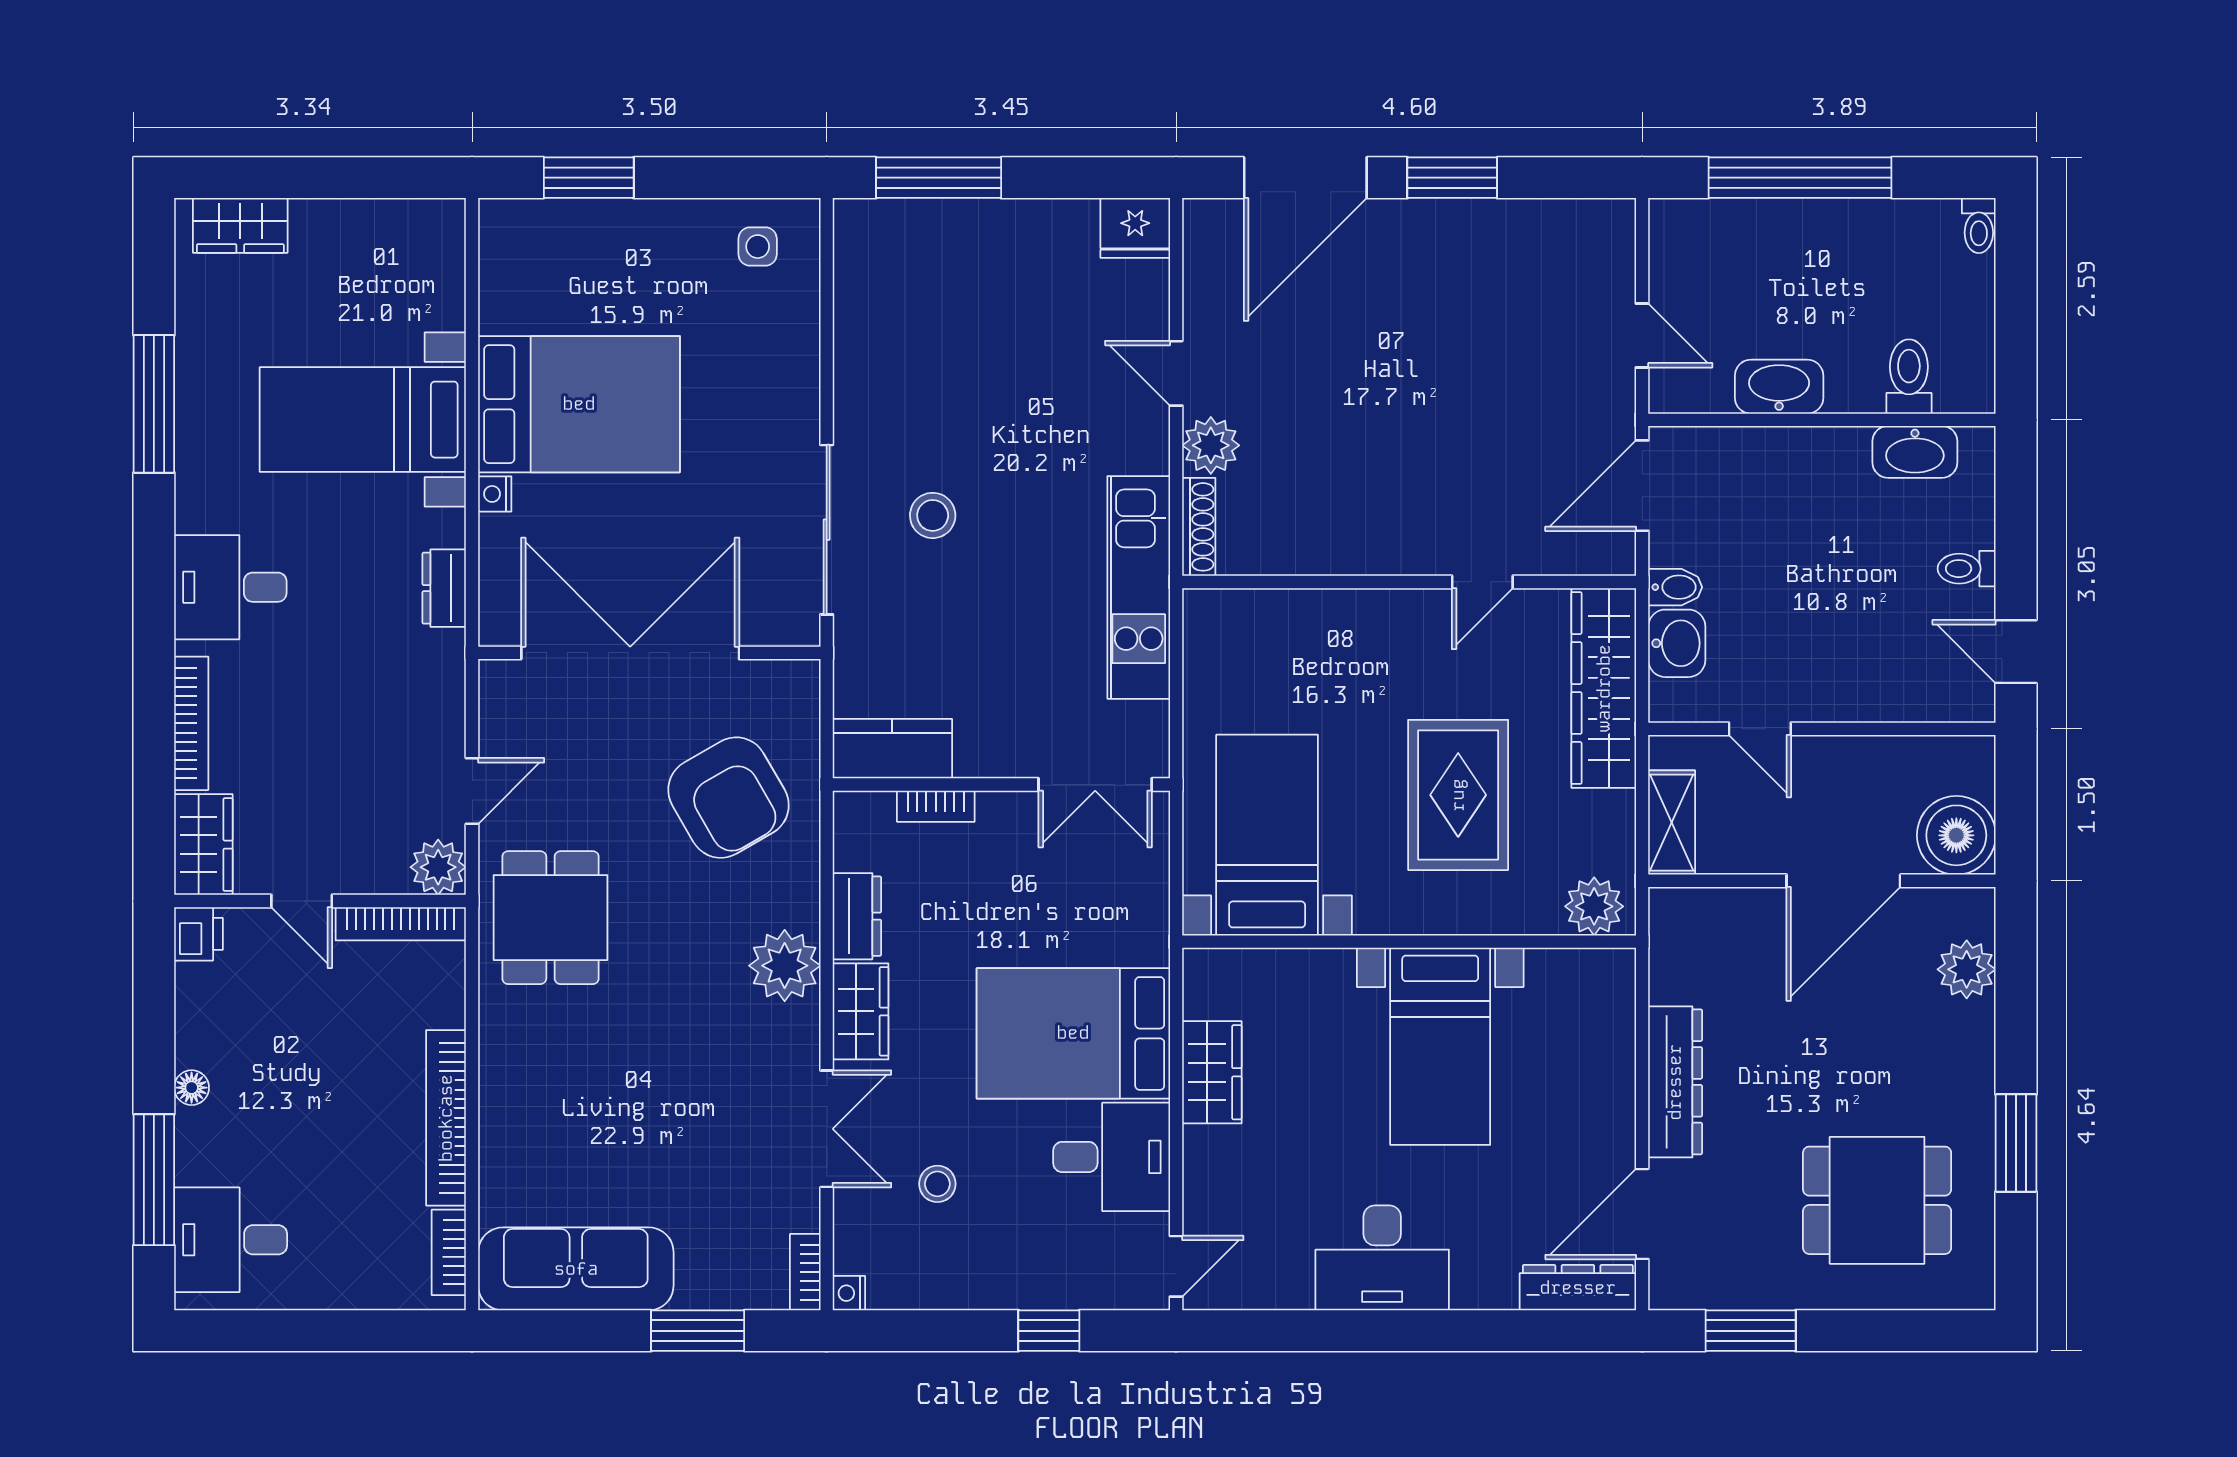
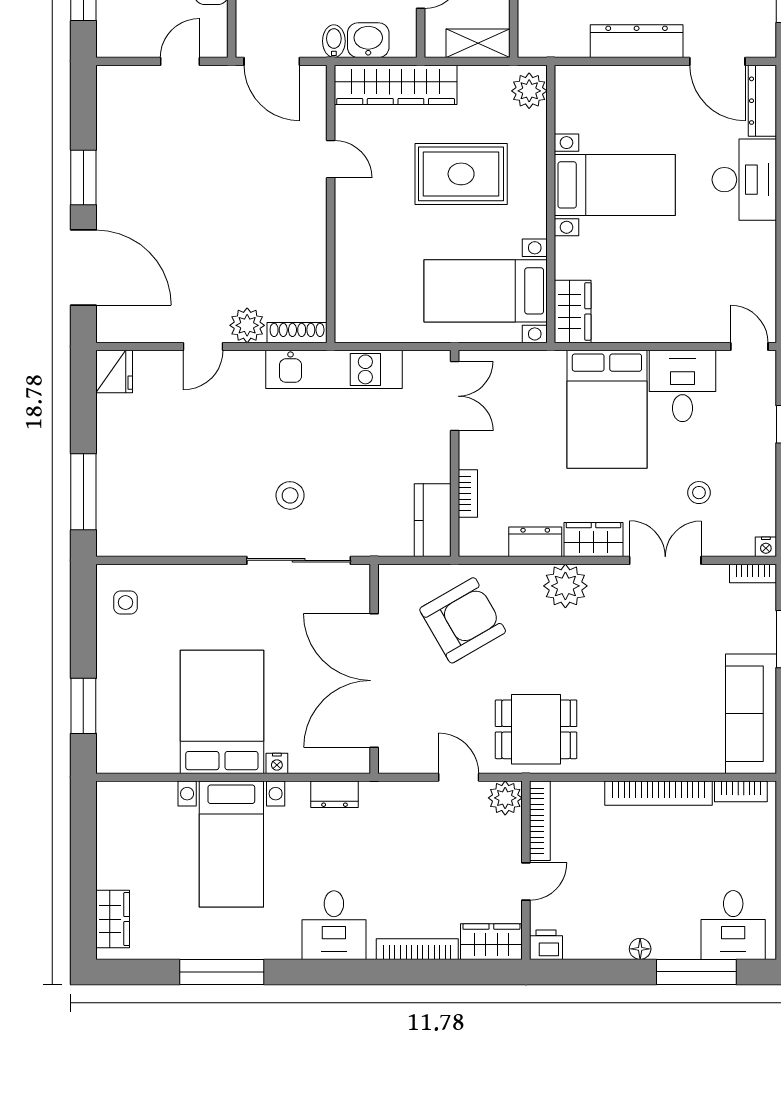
wardrobe: (1212, 1072) -> (573, 311), moved, turned 90
desk: (1382, 1258) -> (744, 180), moved

